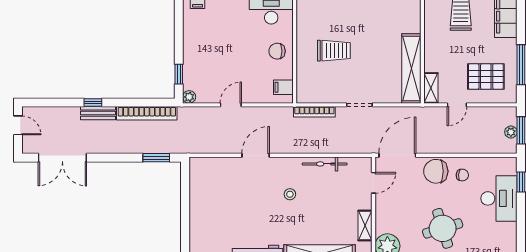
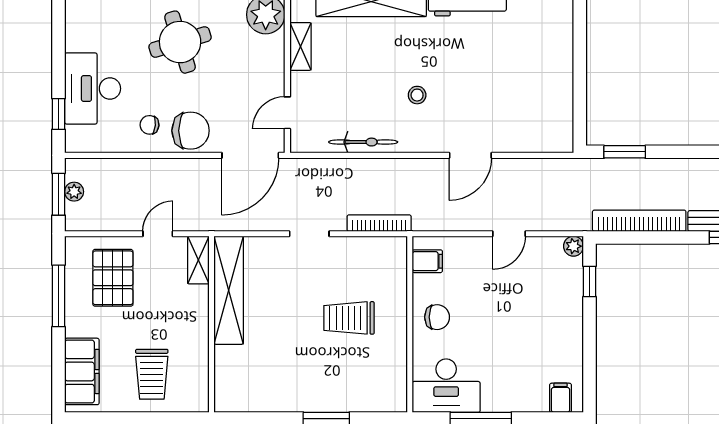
pallet: (486, 77) -> (113, 278), turned 90

